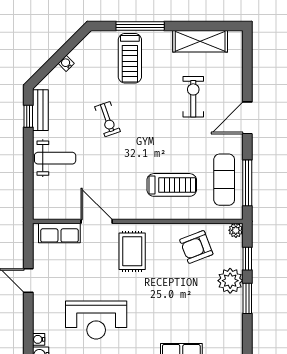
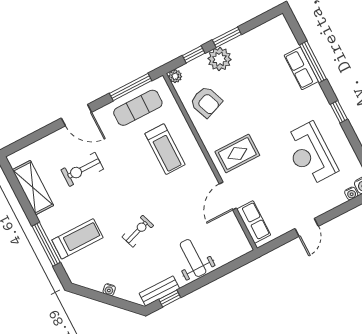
treadmill: (172, 185) -> (165, 149), turned 180
reception desk: (96, 320) -> (310, 154), turned 180

